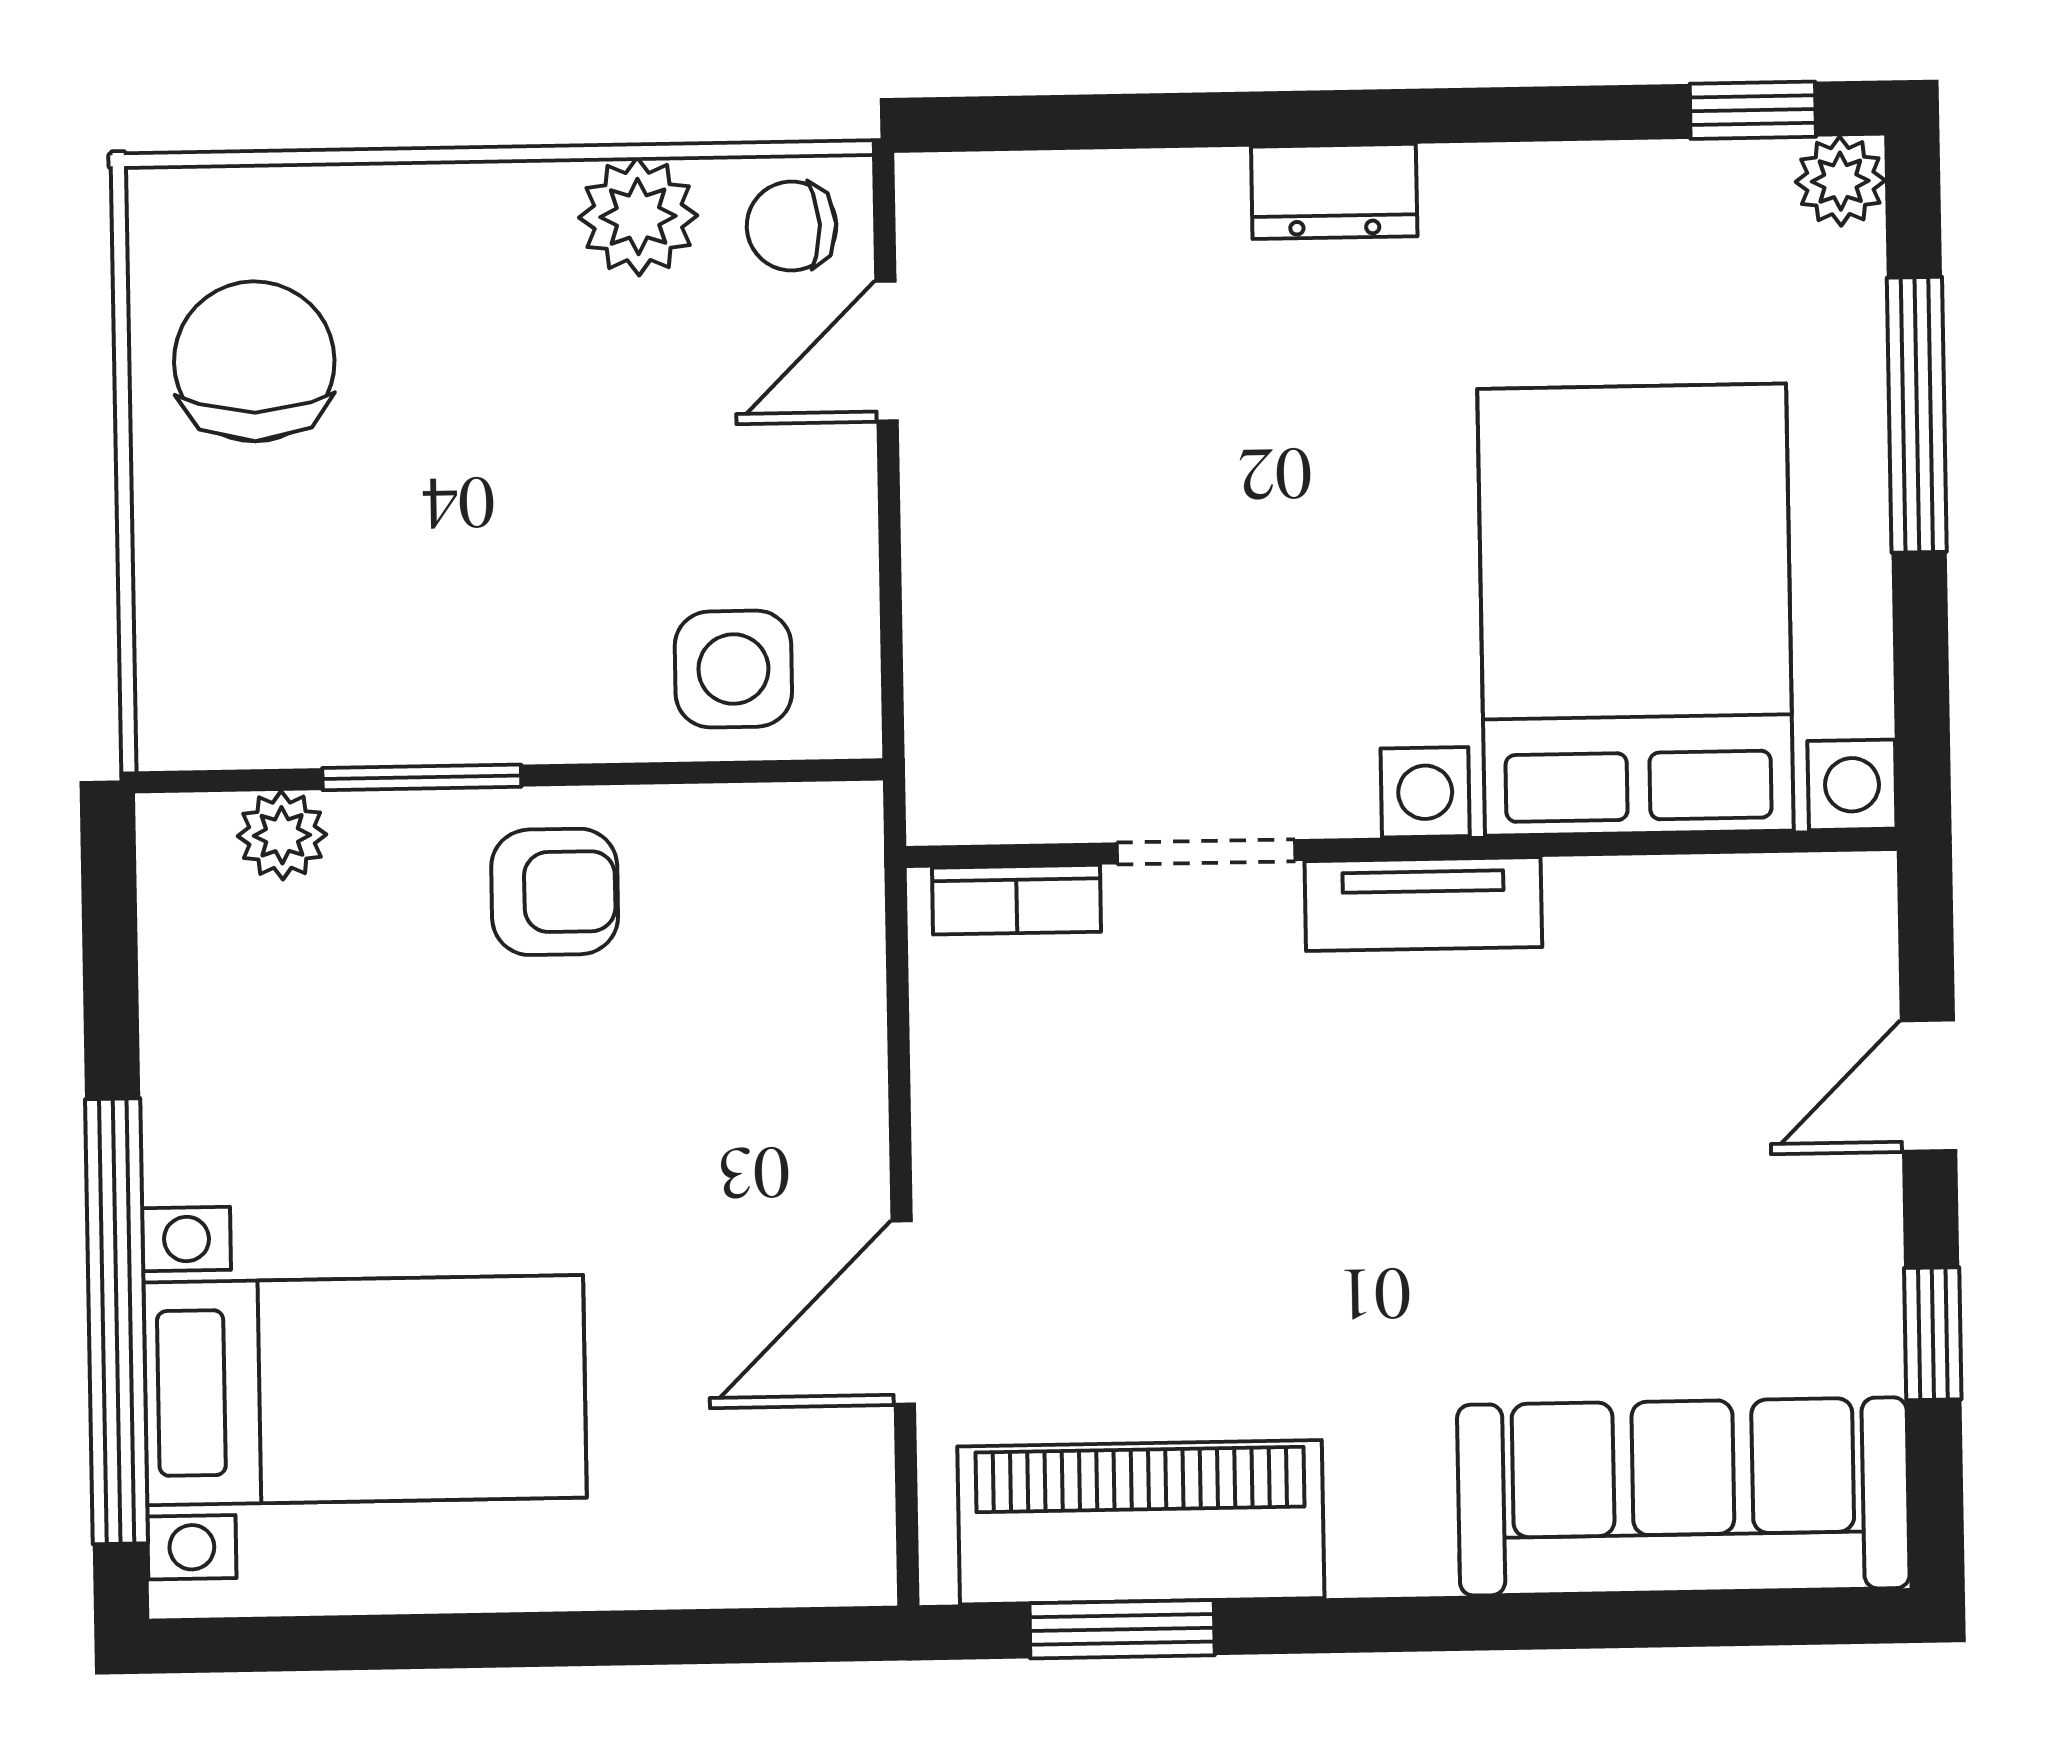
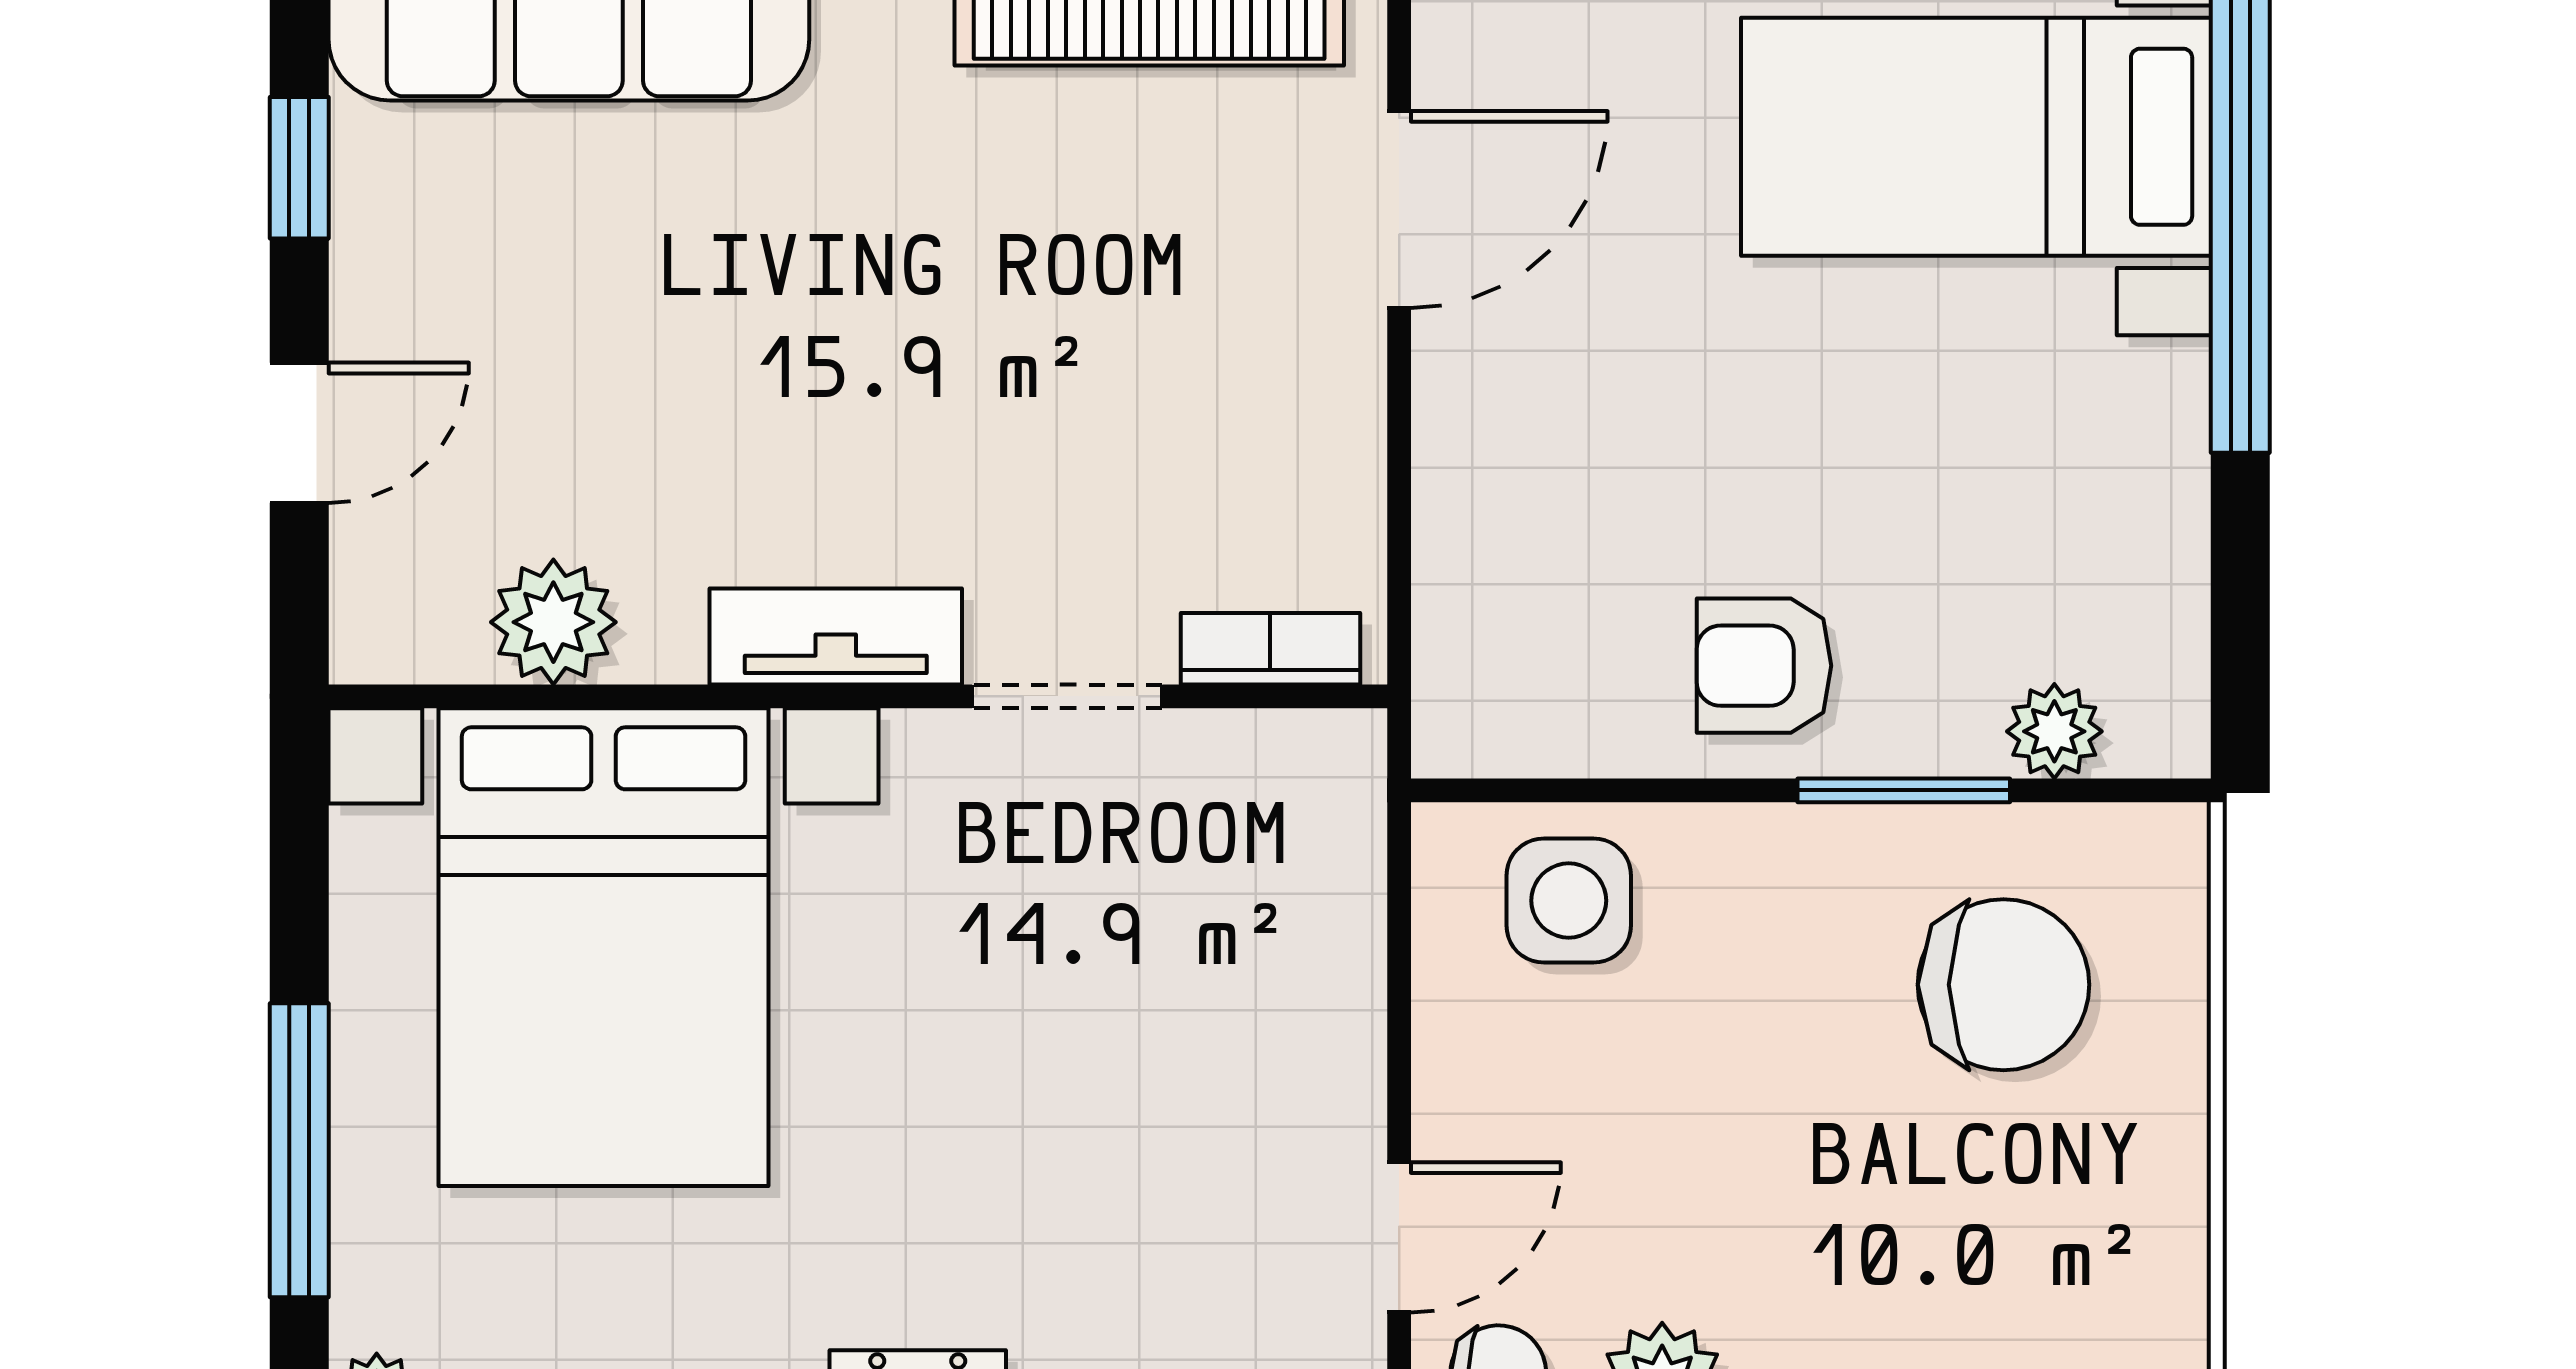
chair: (254, 361) -> (2004, 985), moved, turned -90
plant: (1688, 913) -> (553, 622), added

